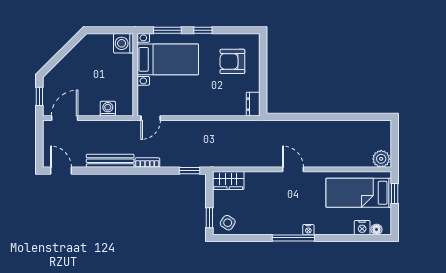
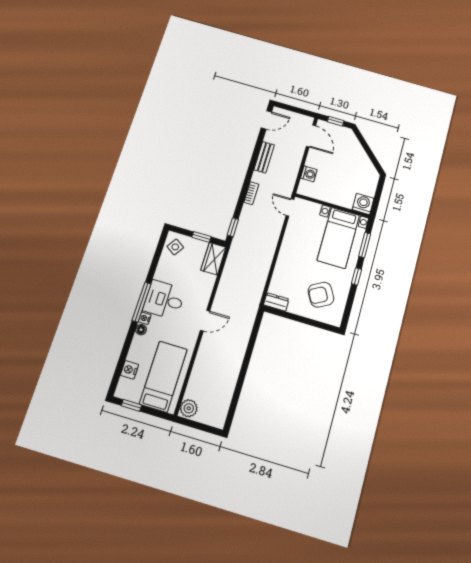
armchair: (232, 61) -> (321, 295), turned -119
bench: (110, 161) -> (264, 157), width x0.73
window: (395, 194) -> (131, 405), moved
desk: (284, 216) -> (164, 300), added
window: (209, 218) -> (201, 237), moved
floor lamp: (377, 229) -> (141, 330), moved

